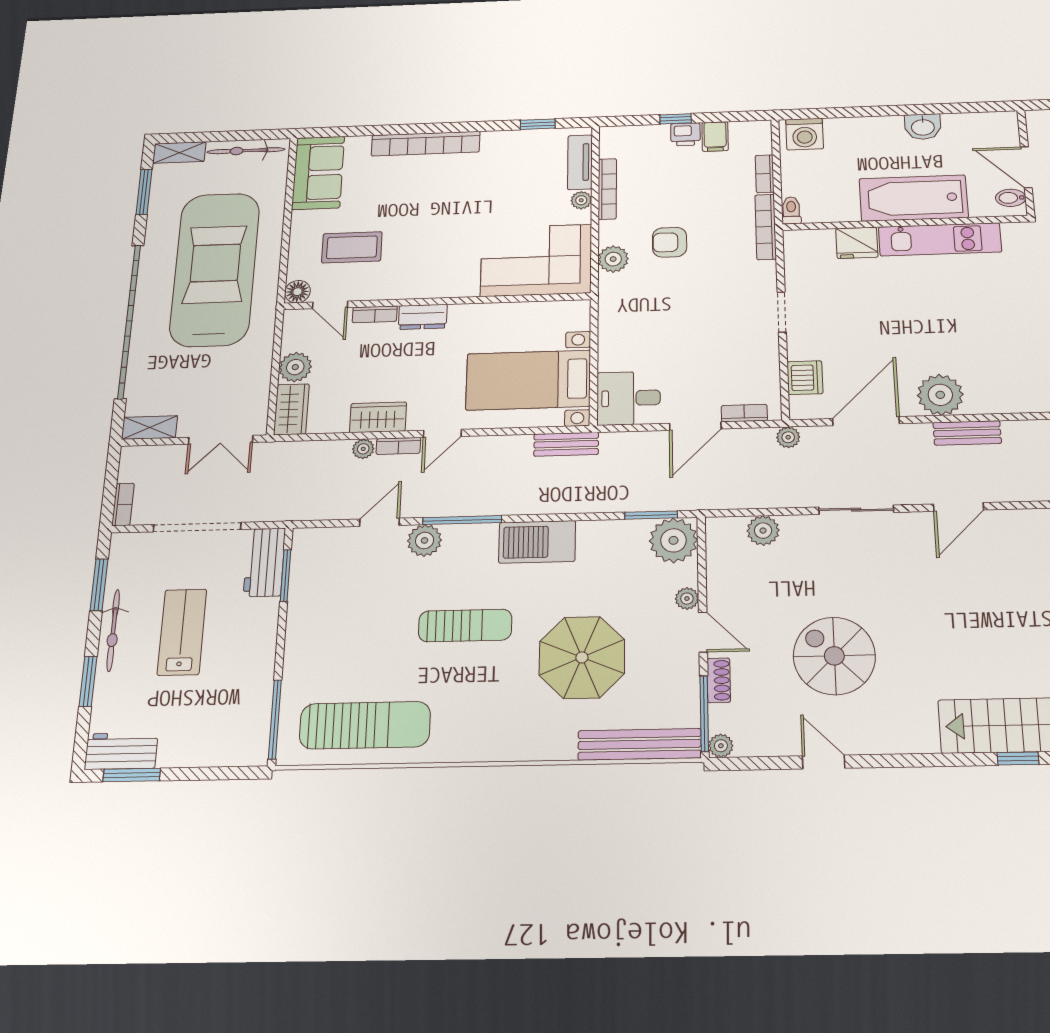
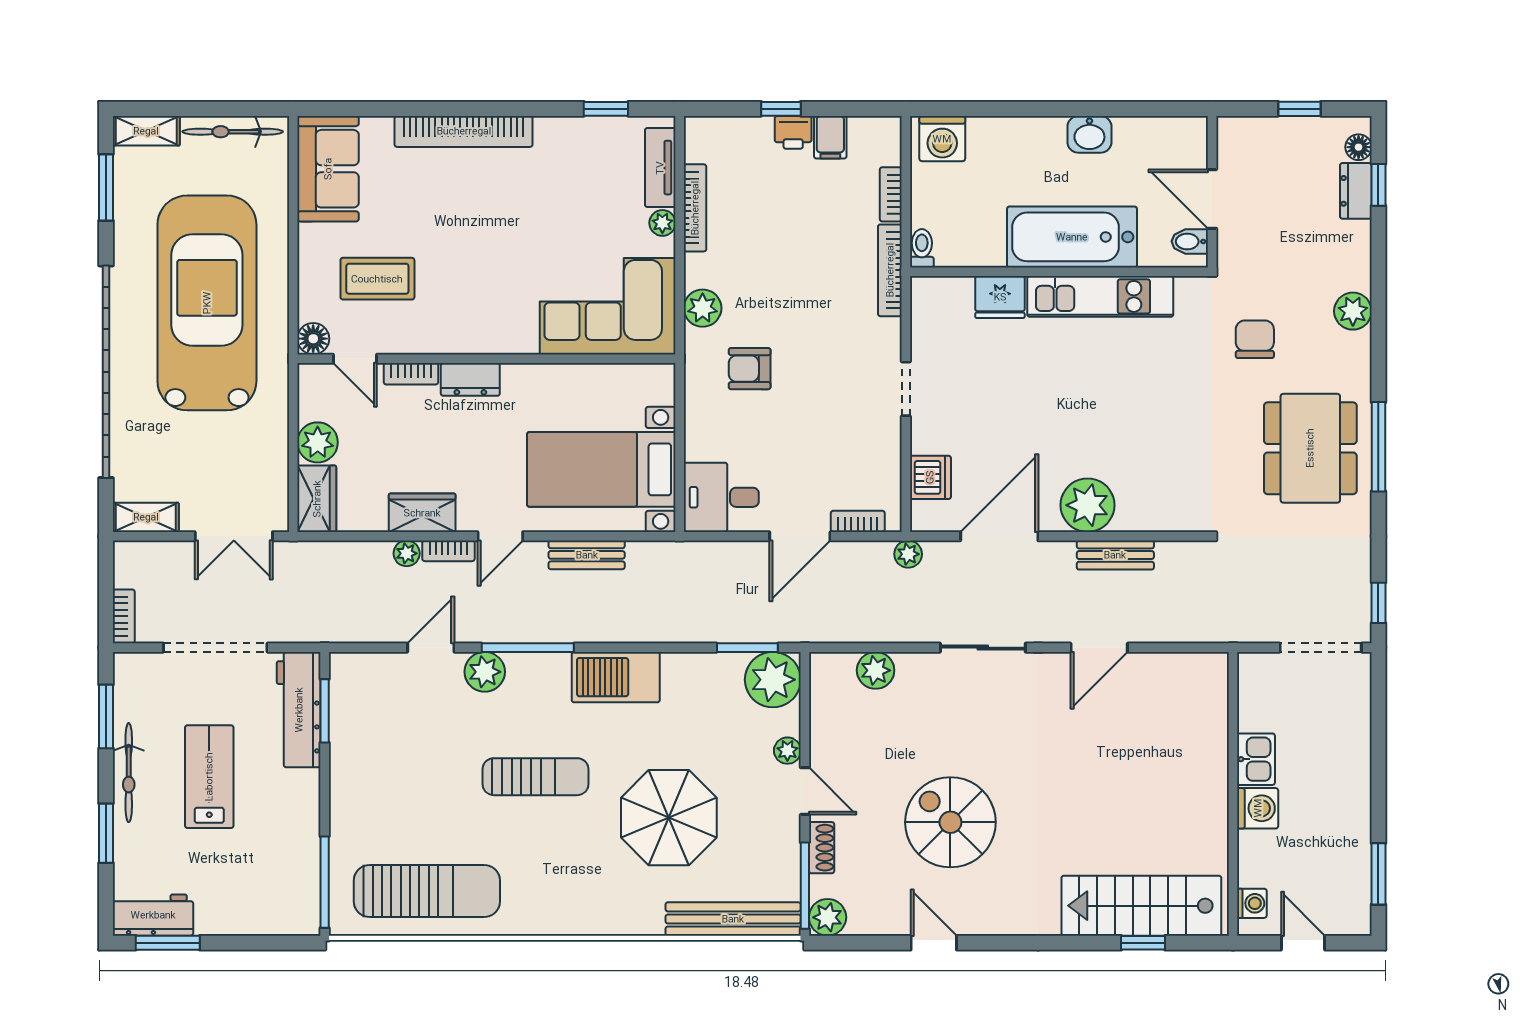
armchair: (670, 242) -> (750, 369), moved
bench: (566, 444) -> (587, 555), moved
workbench: (264, 562) -> (299, 710), width x1.38
plant: (721, 746) -> (828, 917), width x1.38, depth x1.38

